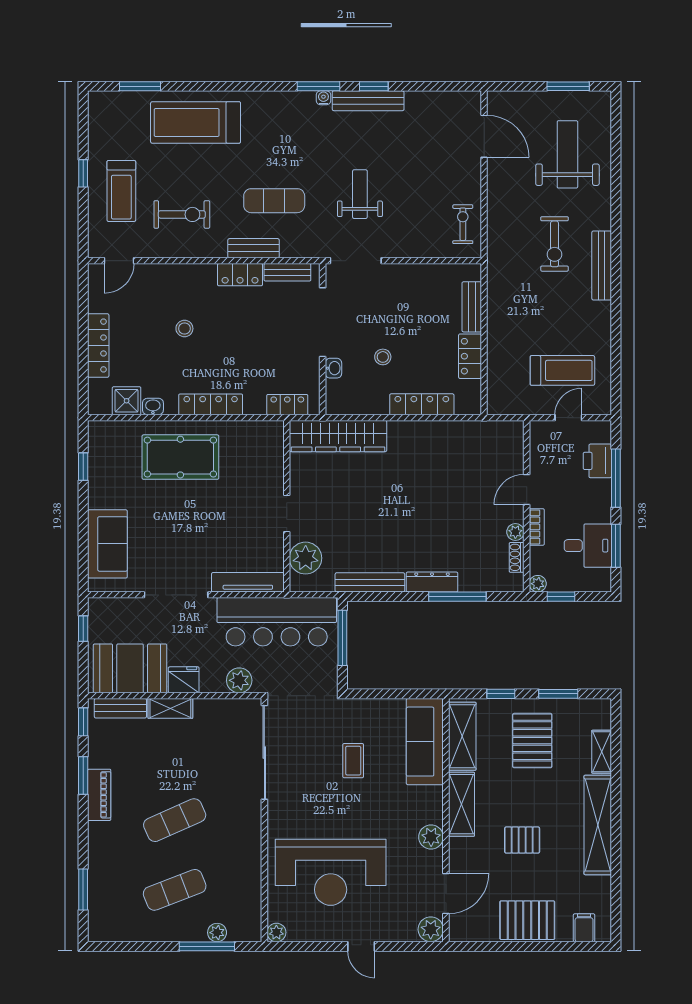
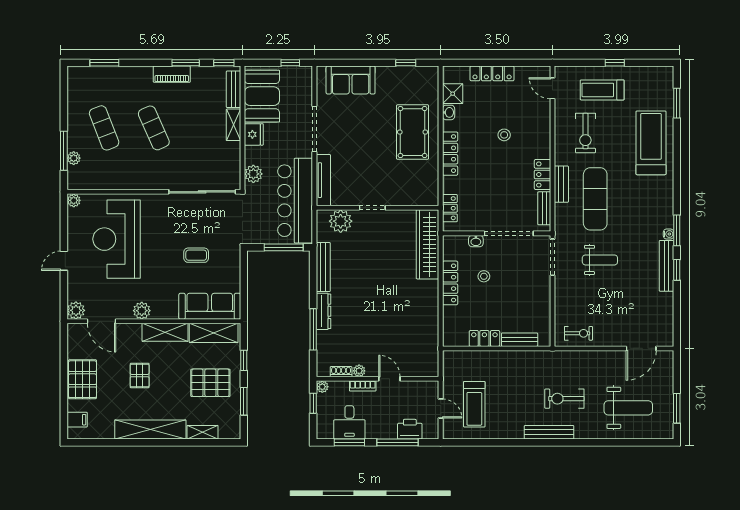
exercise mat: (274, 201) -> (595, 199), width x1.36, depth x1.45
locker: (422, 404) -> (450, 283), moved

